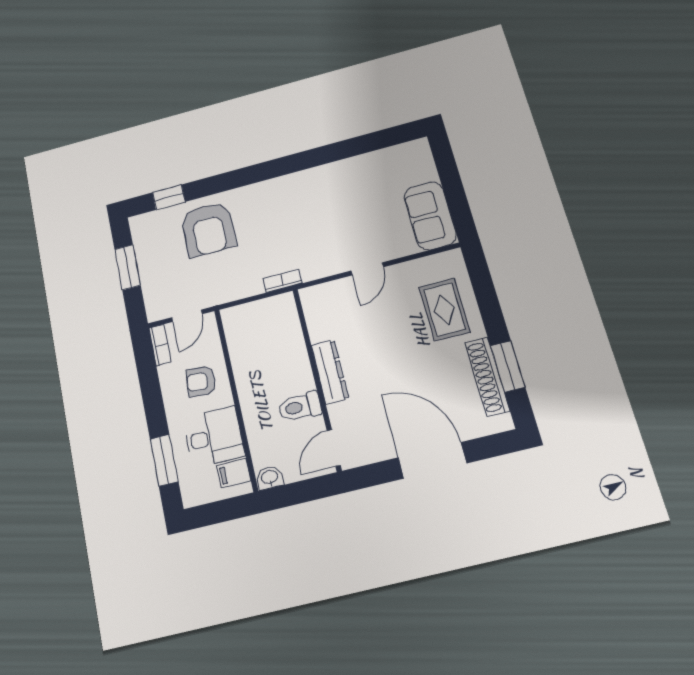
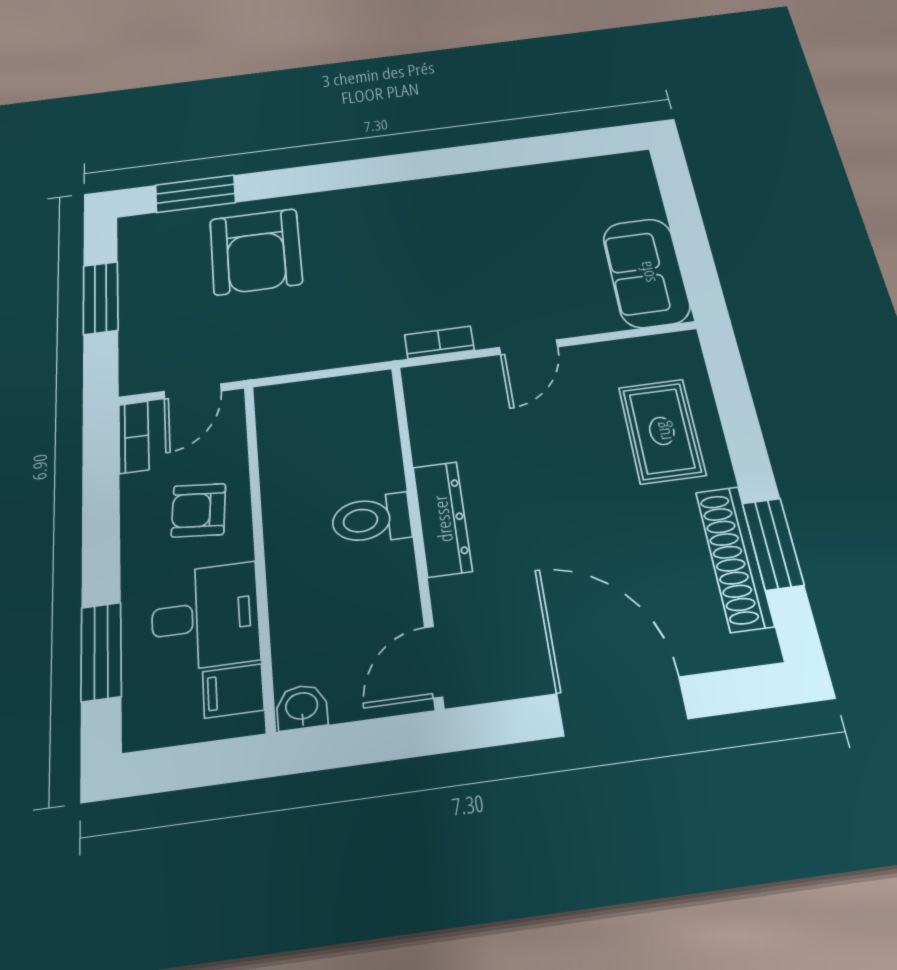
window: (169, 197) -> (195, 194), width x1.50
bookcase: (282, 281) -> (439, 342), moved
toilet: (300, 407) -> (371, 519), moved

